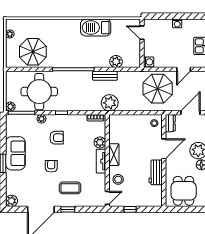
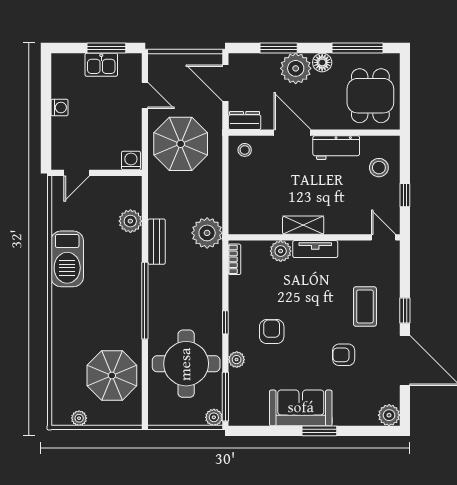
armchair: (51, 166) -> (344, 355), moved
stool: (118, 179) -> (379, 168), moved
dining table: (184, 191) -> (370, 96), turned 90

